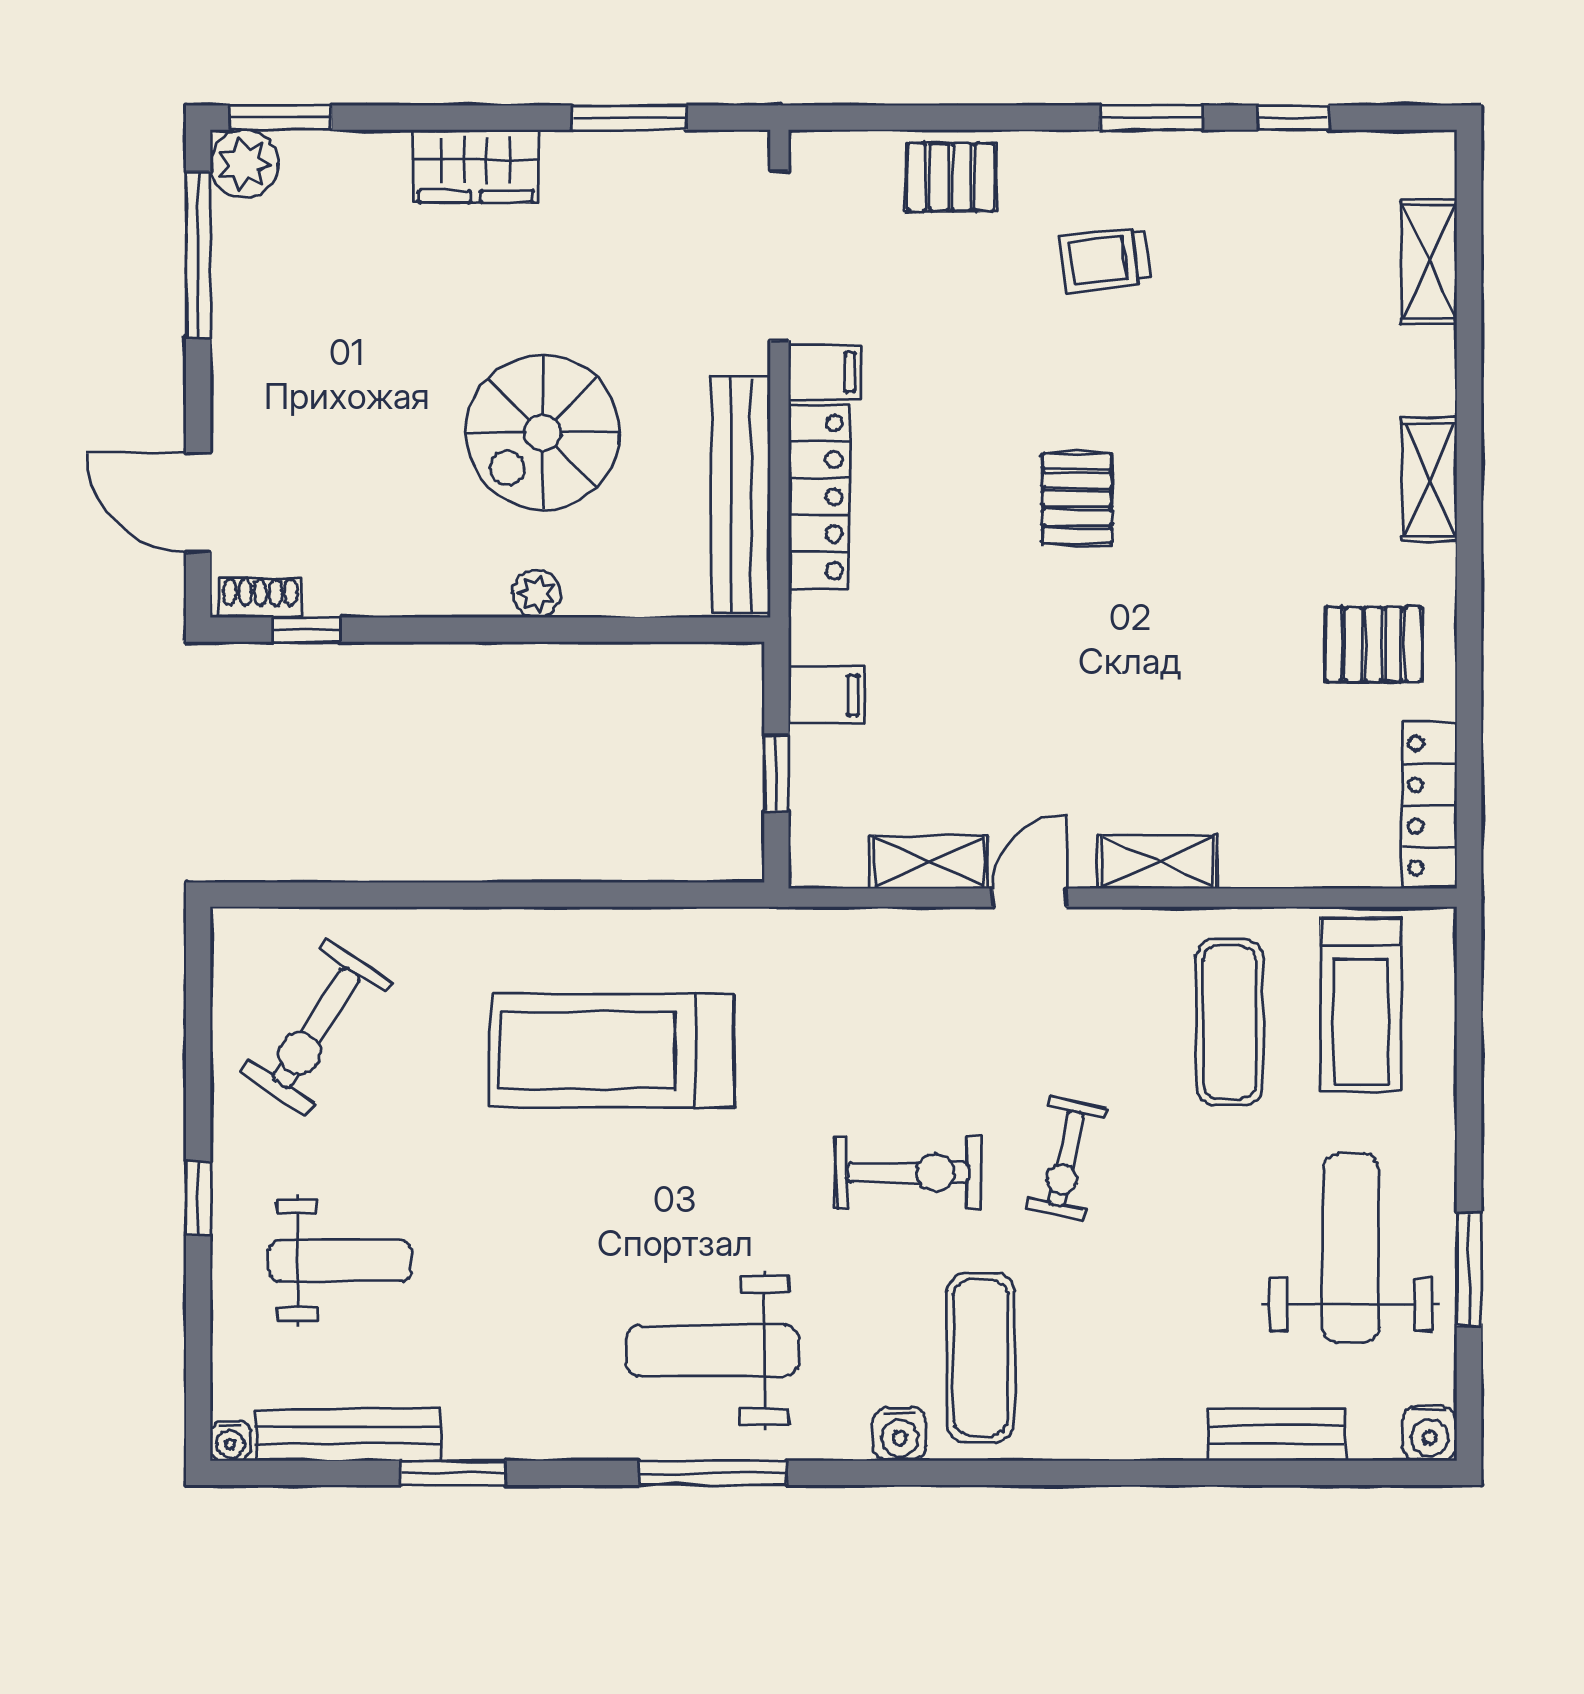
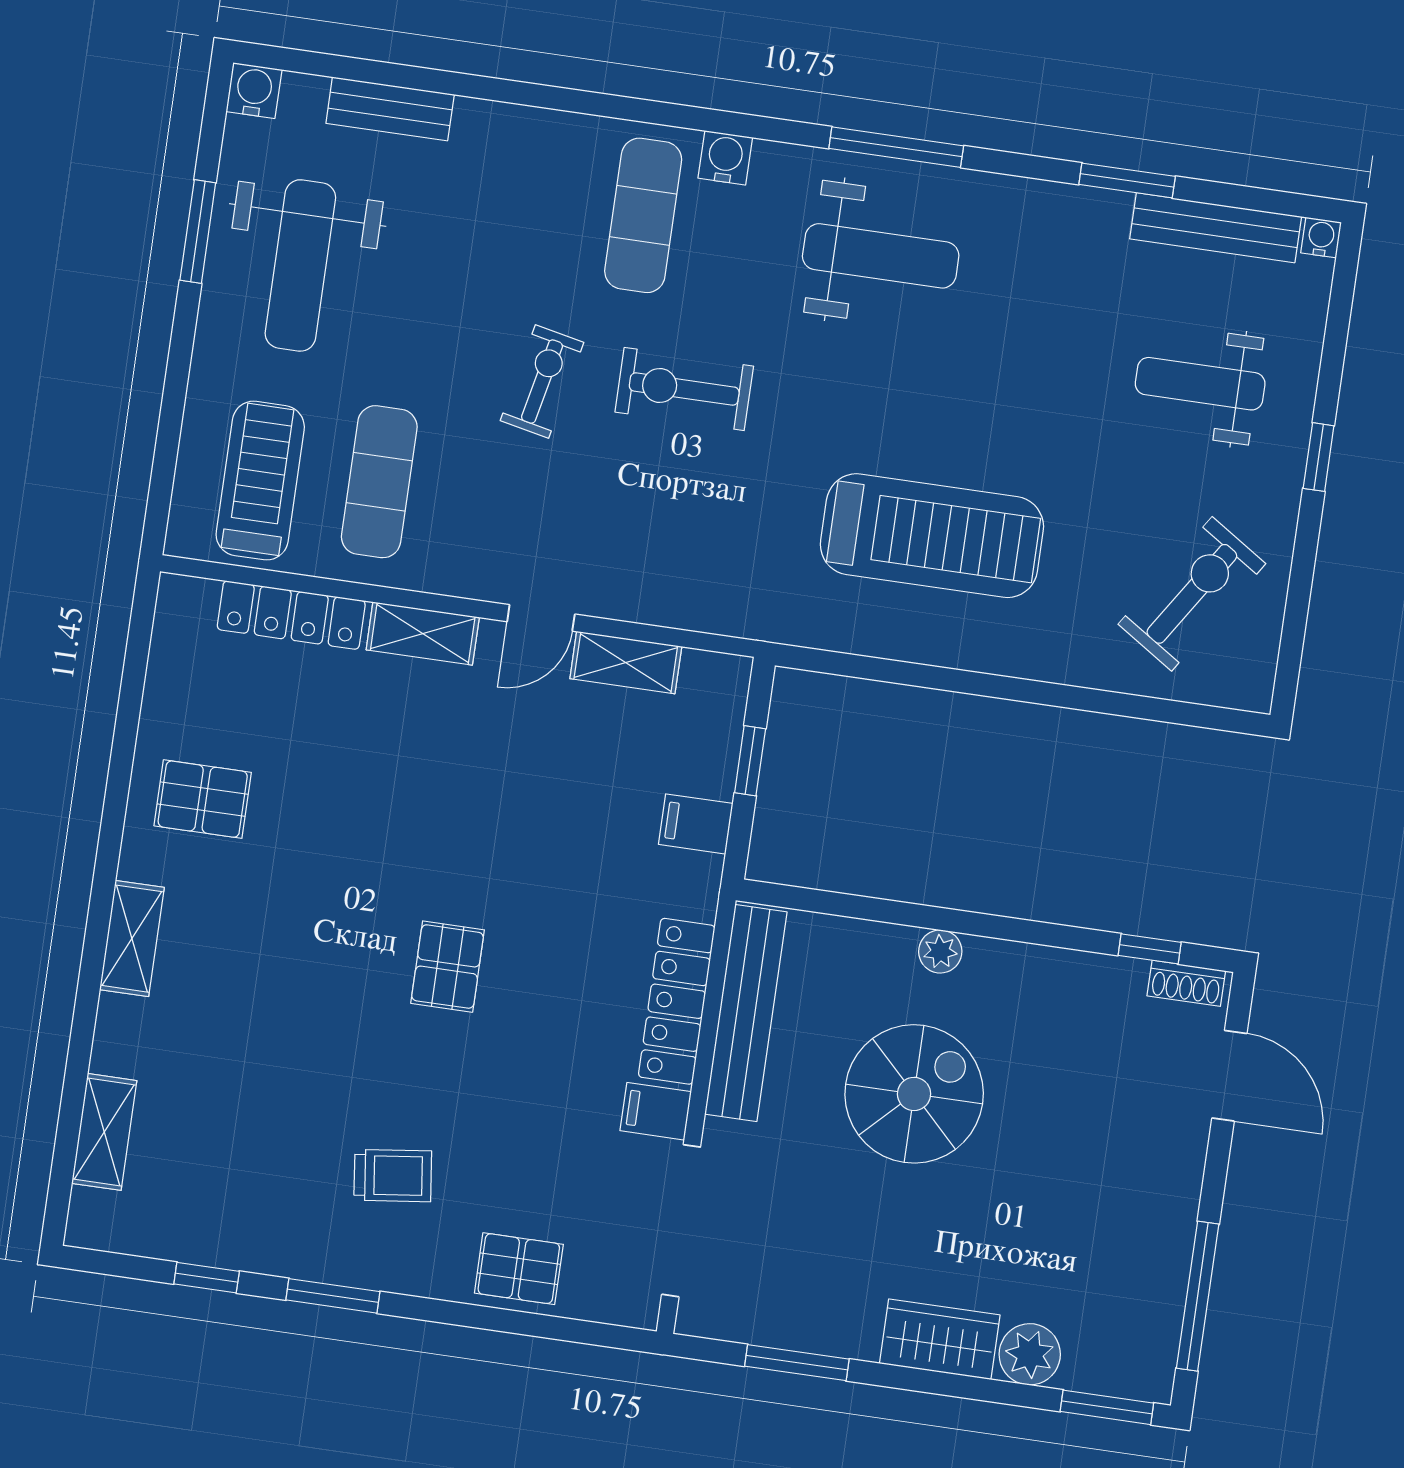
plant: (244, 164) -> (1030, 1354), moved
locker: (1429, 805) -> (291, 615), moved, turned 90

